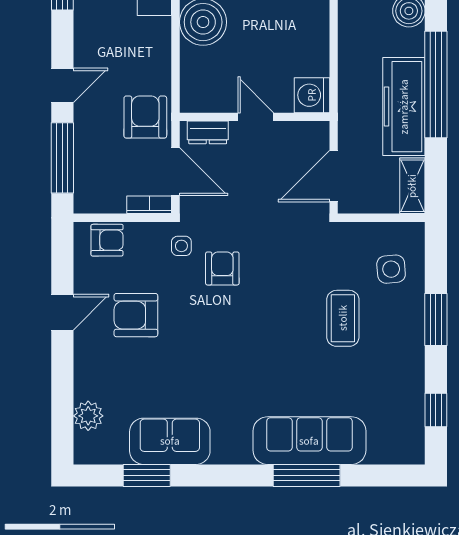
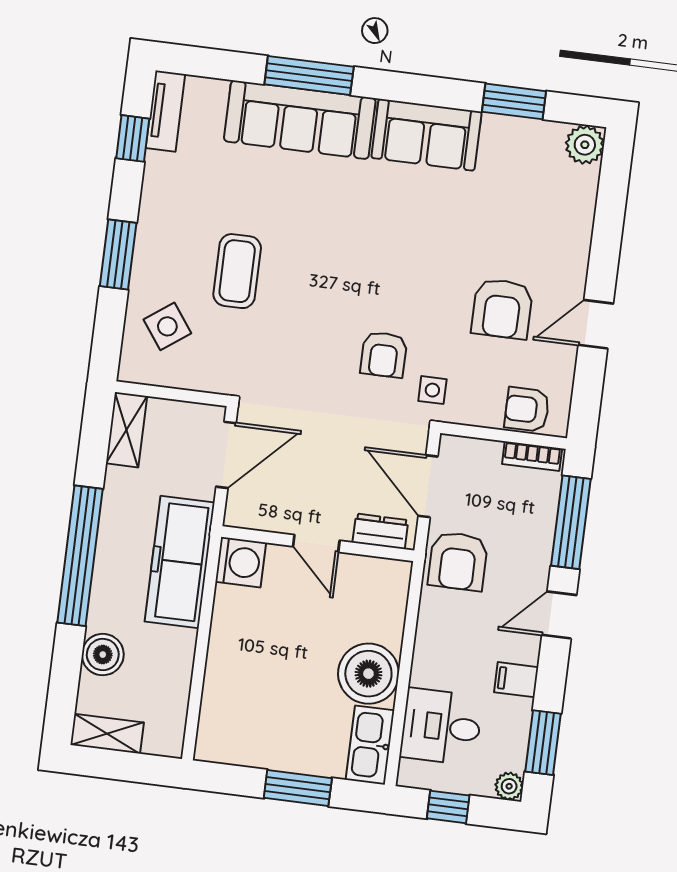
filing cabinet: (89, 32) -> (516, 680), added
freezer: (404, 107) -> (180, 562), moved, turned 180
bookcase: (149, 205) -> (532, 456), moved
side table: (391, 269) -> (167, 326), turned -31
armchair: (136, 315) -> (502, 309), turned 90
plant: (88, 416) -> (585, 145), moved
tv unit: (413, 434) -> (165, 111), added
sofa: (170, 441) -> (426, 135), moved

